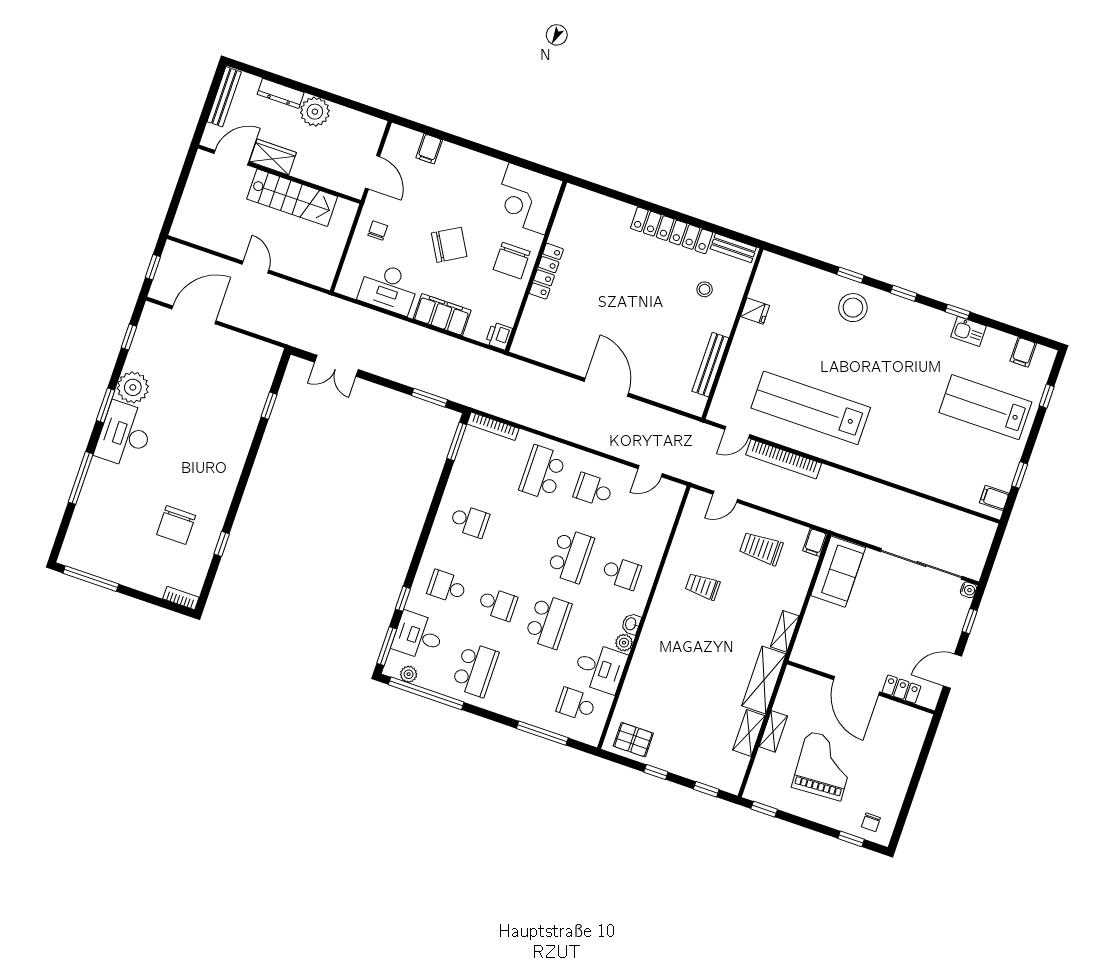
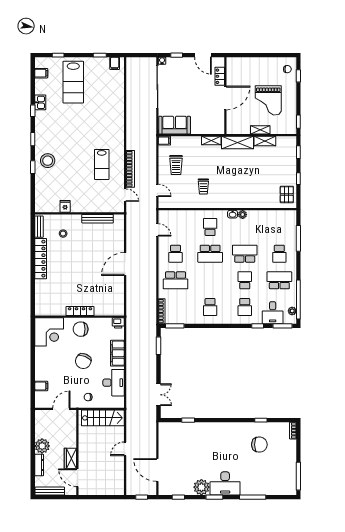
stairs: (292, 198) -> (103, 418), moved, turned 90
chair: (449, 245) -> (83, 361), turned -128
chair: (512, 261) -> (81, 329), turned 180
lab bench: (811, 408) -> (102, 164), width x0.54, depth x0.72
school desk: (470, 521) -> (210, 307), turned 180
school desk: (571, 556) -> (210, 254), turned 180
desk: (600, 668) -> (258, 222), removed
school desk: (576, 704) -> (279, 254), moved
grand piano: (824, 766) -> (268, 100), turned -87

